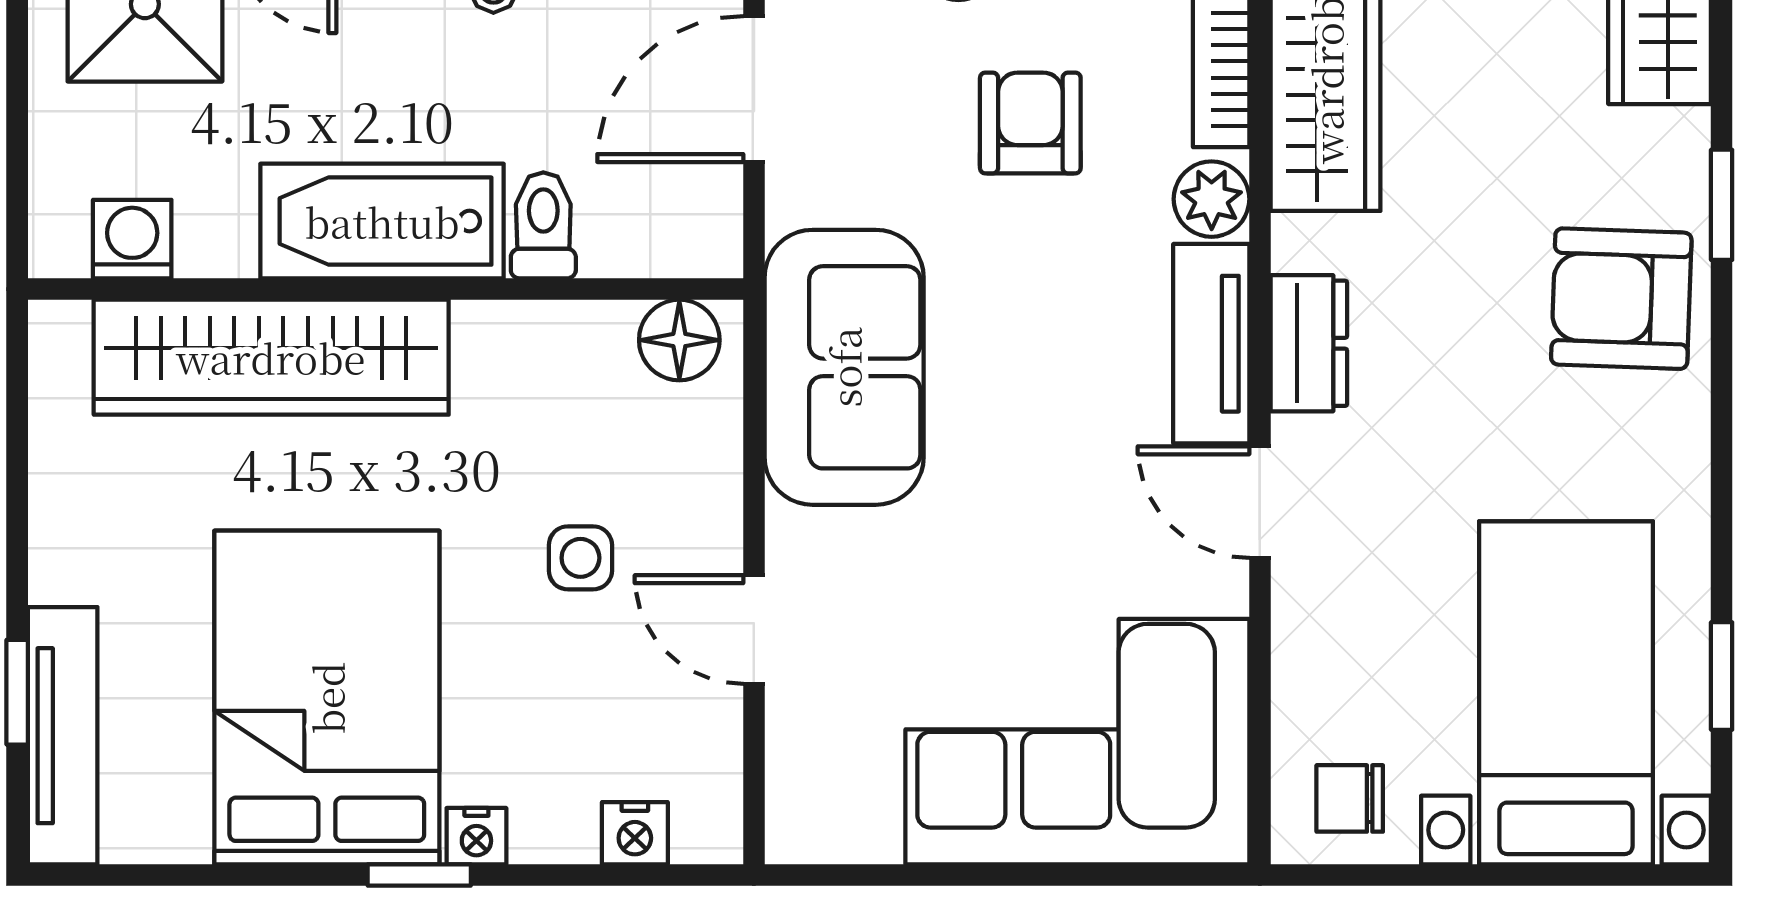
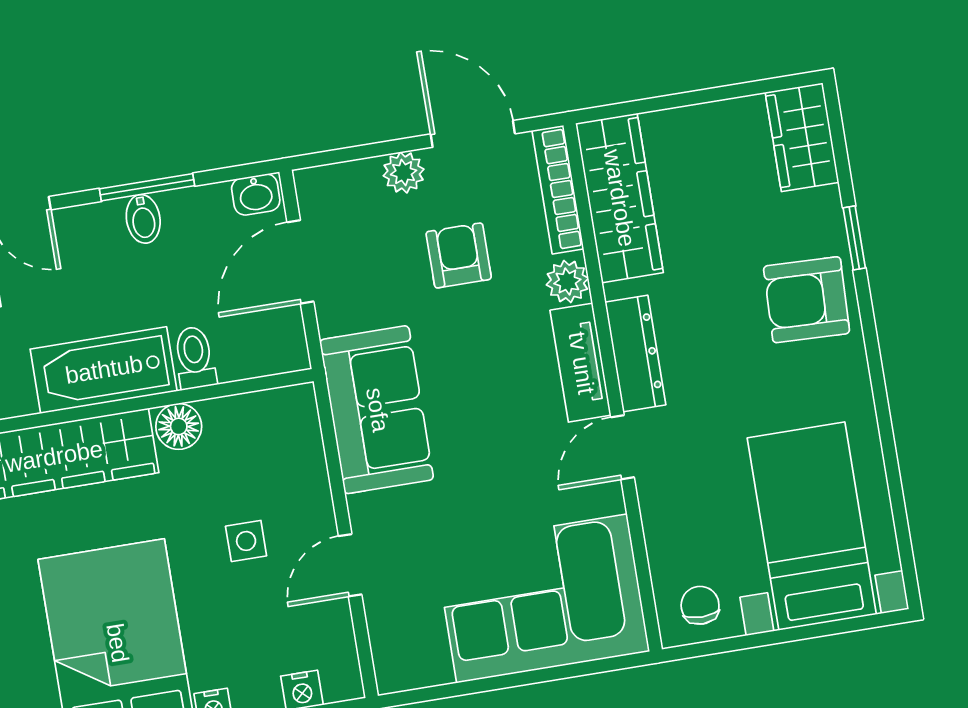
floor lamp: (679, 340) -> (179, 426), moved
dresser: (1309, 343) -> (635, 354), width x1.44
door: (1260, 502) -> (622, 447), hinge flipped
door: (754, 630) -> (350, 565), hinge flipped
window: (1722, 676) -> (898, 502), removed
chair: (1350, 798) -> (700, 605), turned 90

